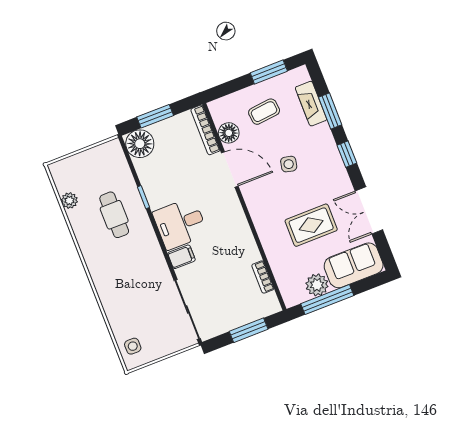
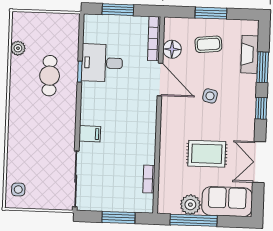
window: (269, 72) -> (211, 13), moved
floor lamp: (140, 144) -> (96, 27), removed
desk: (180, 224) -> (102, 63), moved

